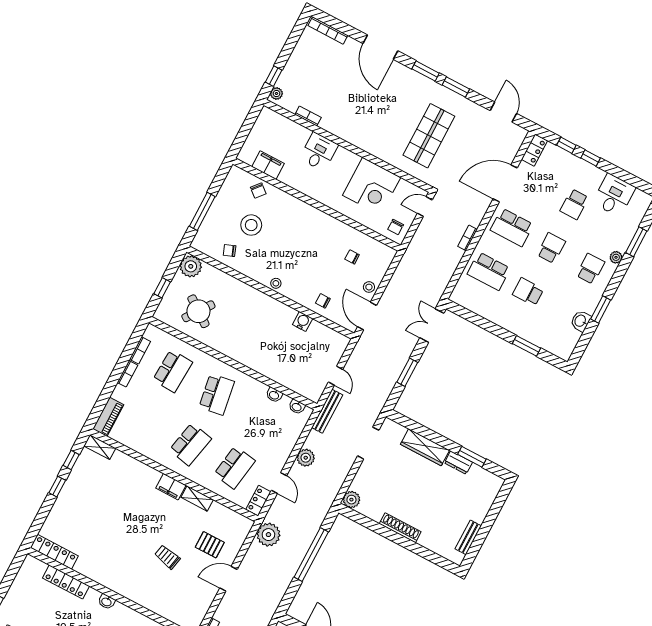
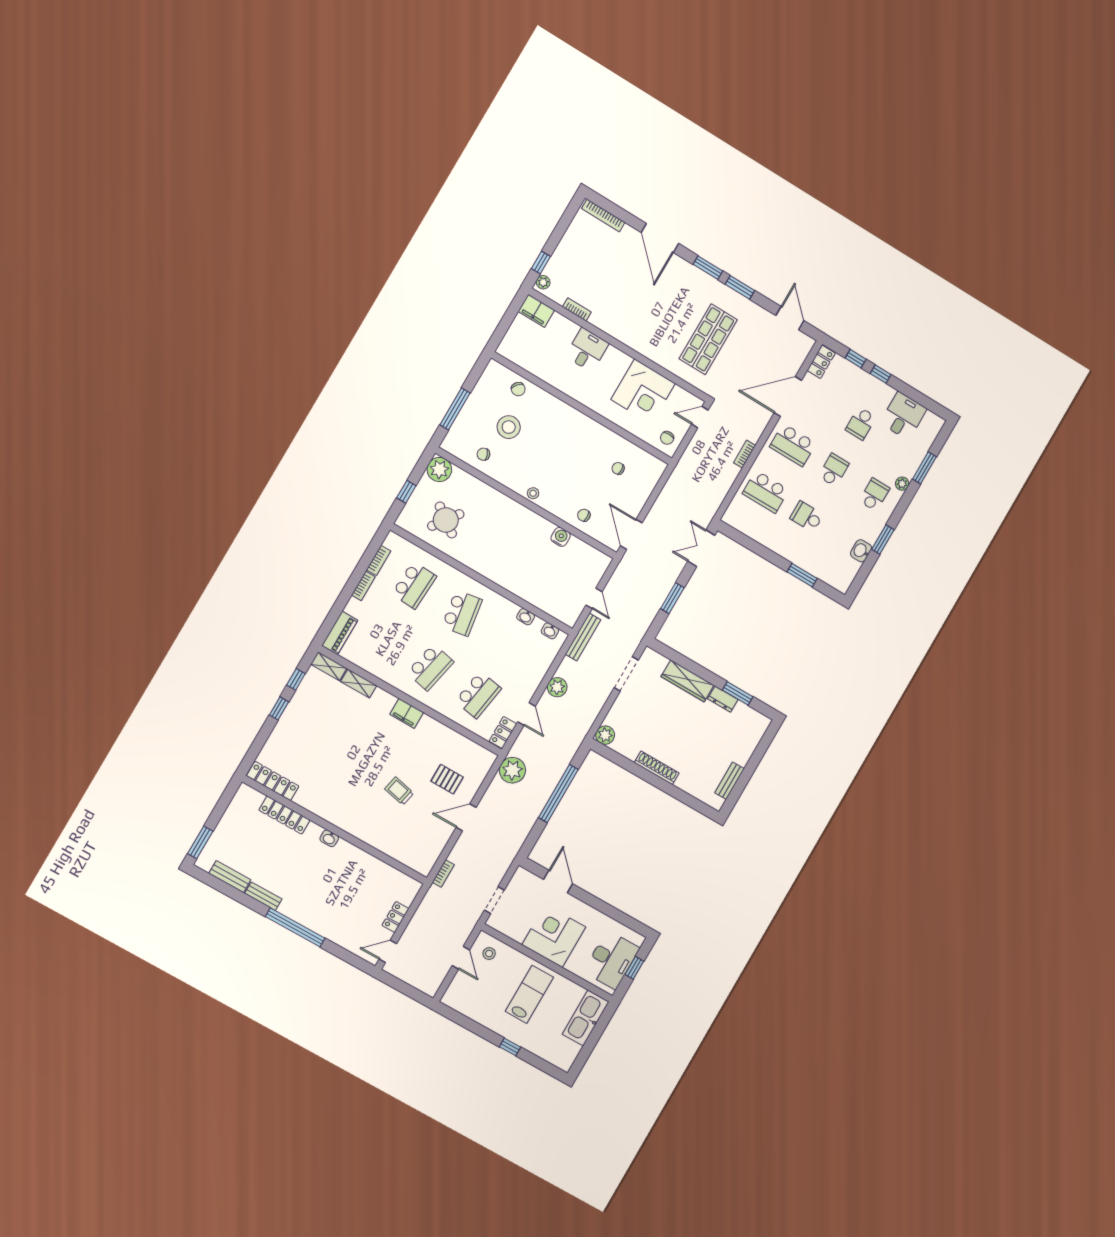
filing cabinet: (268, 165) -> (536, 311), moved, turned 180
stool: (369, 287) -> (635, 502), removed
shelving: (197, 498) -> (359, 684), moved

